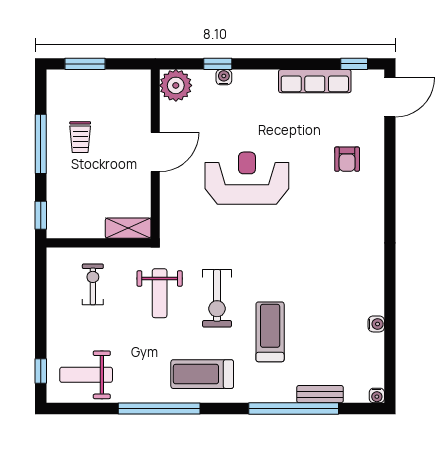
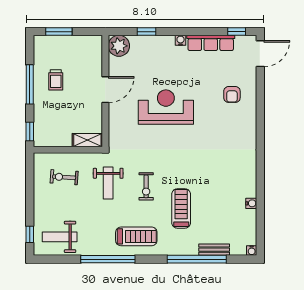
water cooler: (224, 77) -> (181, 40), moved
exercise bike: (93, 284) -> (64, 177), turned -86
exercise bike: (217, 298) -> (146, 186), width x0.73, depth x0.72
treadmill: (202, 374) -> (136, 236), turned 180

